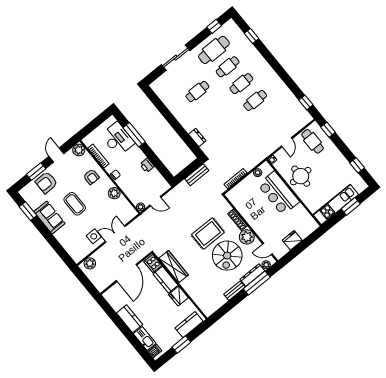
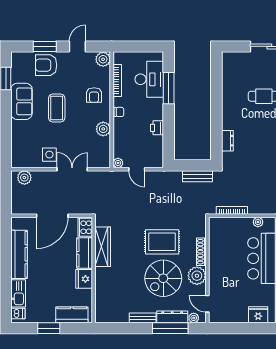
fridge: (292, 240) -> (258, 315), moved
kitchen counter: (130, 319) -> (19, 254), width x1.50

